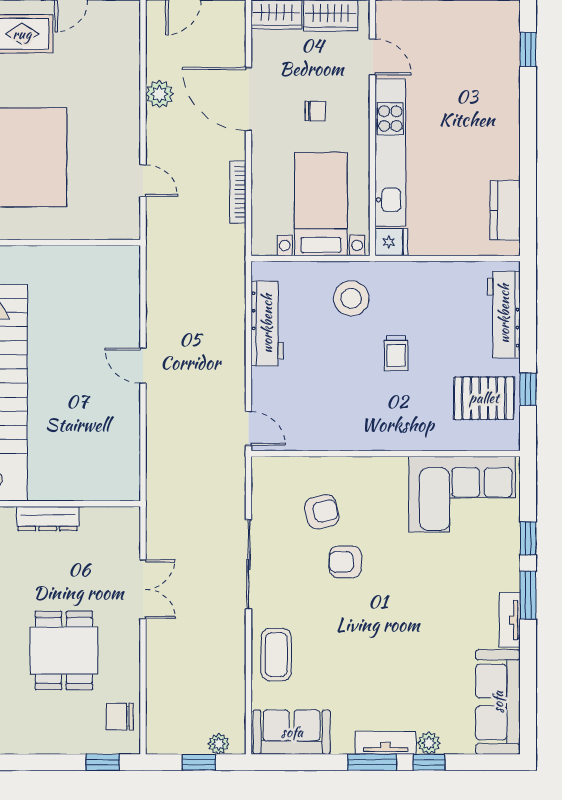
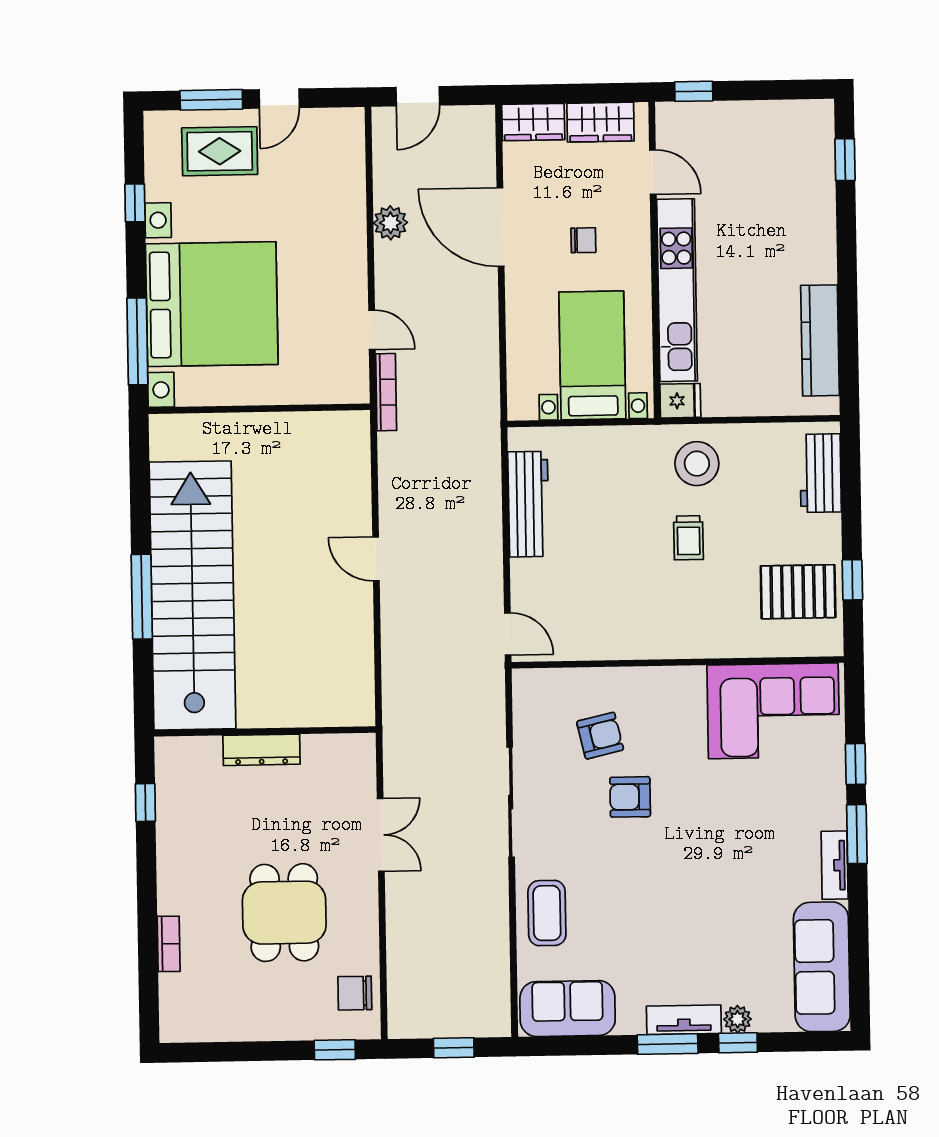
bookcase: (238, 192) -> (386, 392), moved, turned 180
kitchen counter: (505, 210) -> (820, 340), width x1.50
stool: (351, 298) -> (697, 464), moved
workbench: (504, 314) -> (821, 473), width x0.73
plant: (219, 744) -> (478, 1025), removed

